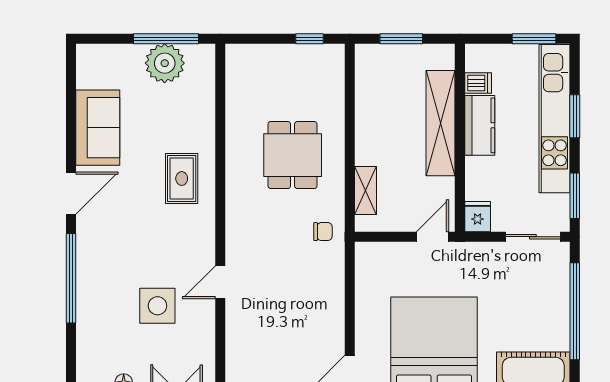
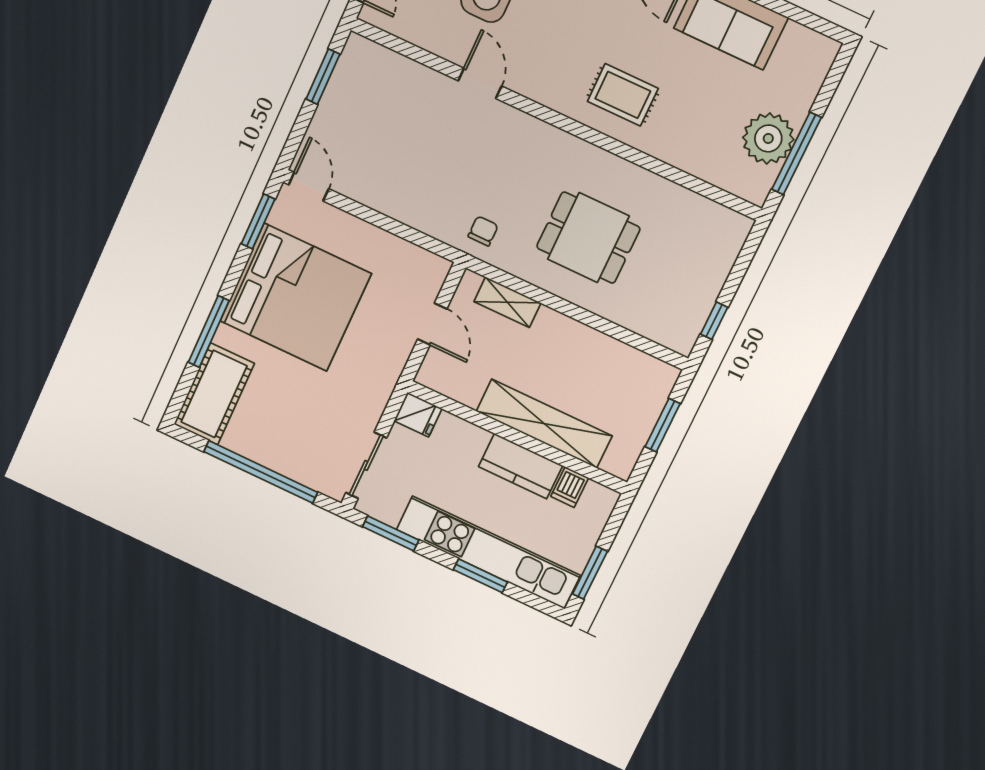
chair: (323, 232) -> (483, 231), turned 180
door: (432, 237) -> (432, 324), moved

